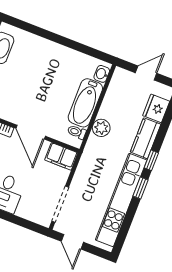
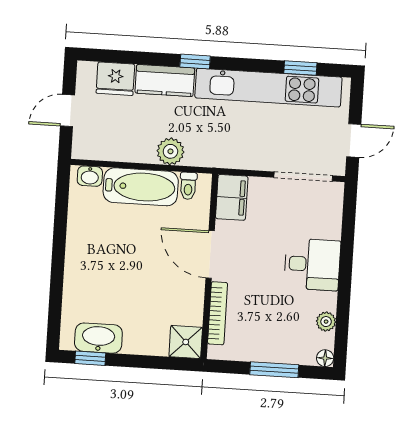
door: (146, 73) -> (68, 110), hinge flipped
door: (31, 132) -> (210, 254), swing flipped
window: (141, 188) -> (300, 68), moved

